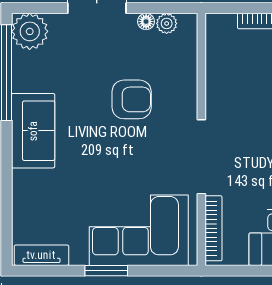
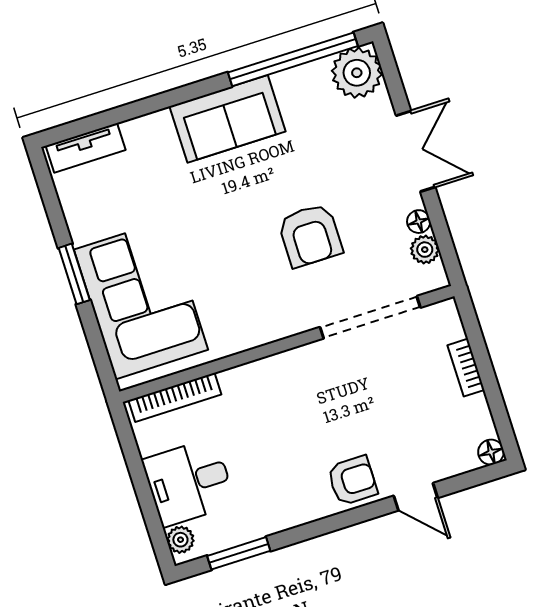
doorway: (201, 157) -> (370, 317), moved
tv unit: (41, 255) -> (86, 148), moved, turned 90

